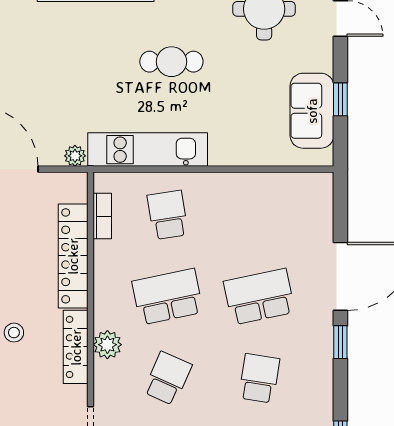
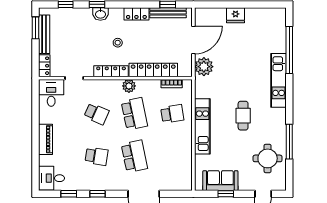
kitchen unit: (148, 150) -> (202, 126), moved
plant: (75, 156) -> (204, 67), width x1.88, depth x1.88
window: (340, 342) -> (98, 194), moved
plant: (107, 345) -> (129, 86), moved

